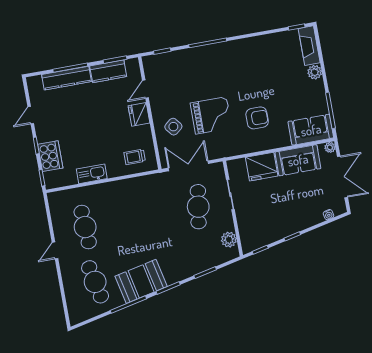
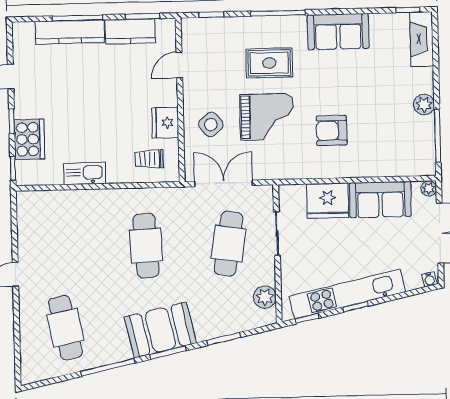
plant: (315, 72) -> (424, 104), moved
rug: (207, 78) -> (269, 63), added
fridge: (139, 114) -> (165, 123), moved
armchair: (257, 118) -> (332, 131), turned 180
sofa: (311, 130) -> (338, 32), moved, turned 180
water cooler: (329, 215) -> (429, 279), moved
cafe table: (85, 227) -> (146, 246), moved
kitchen unit: (285, 229) -> (347, 294), added
booth: (141, 281) -> (160, 330), moved

